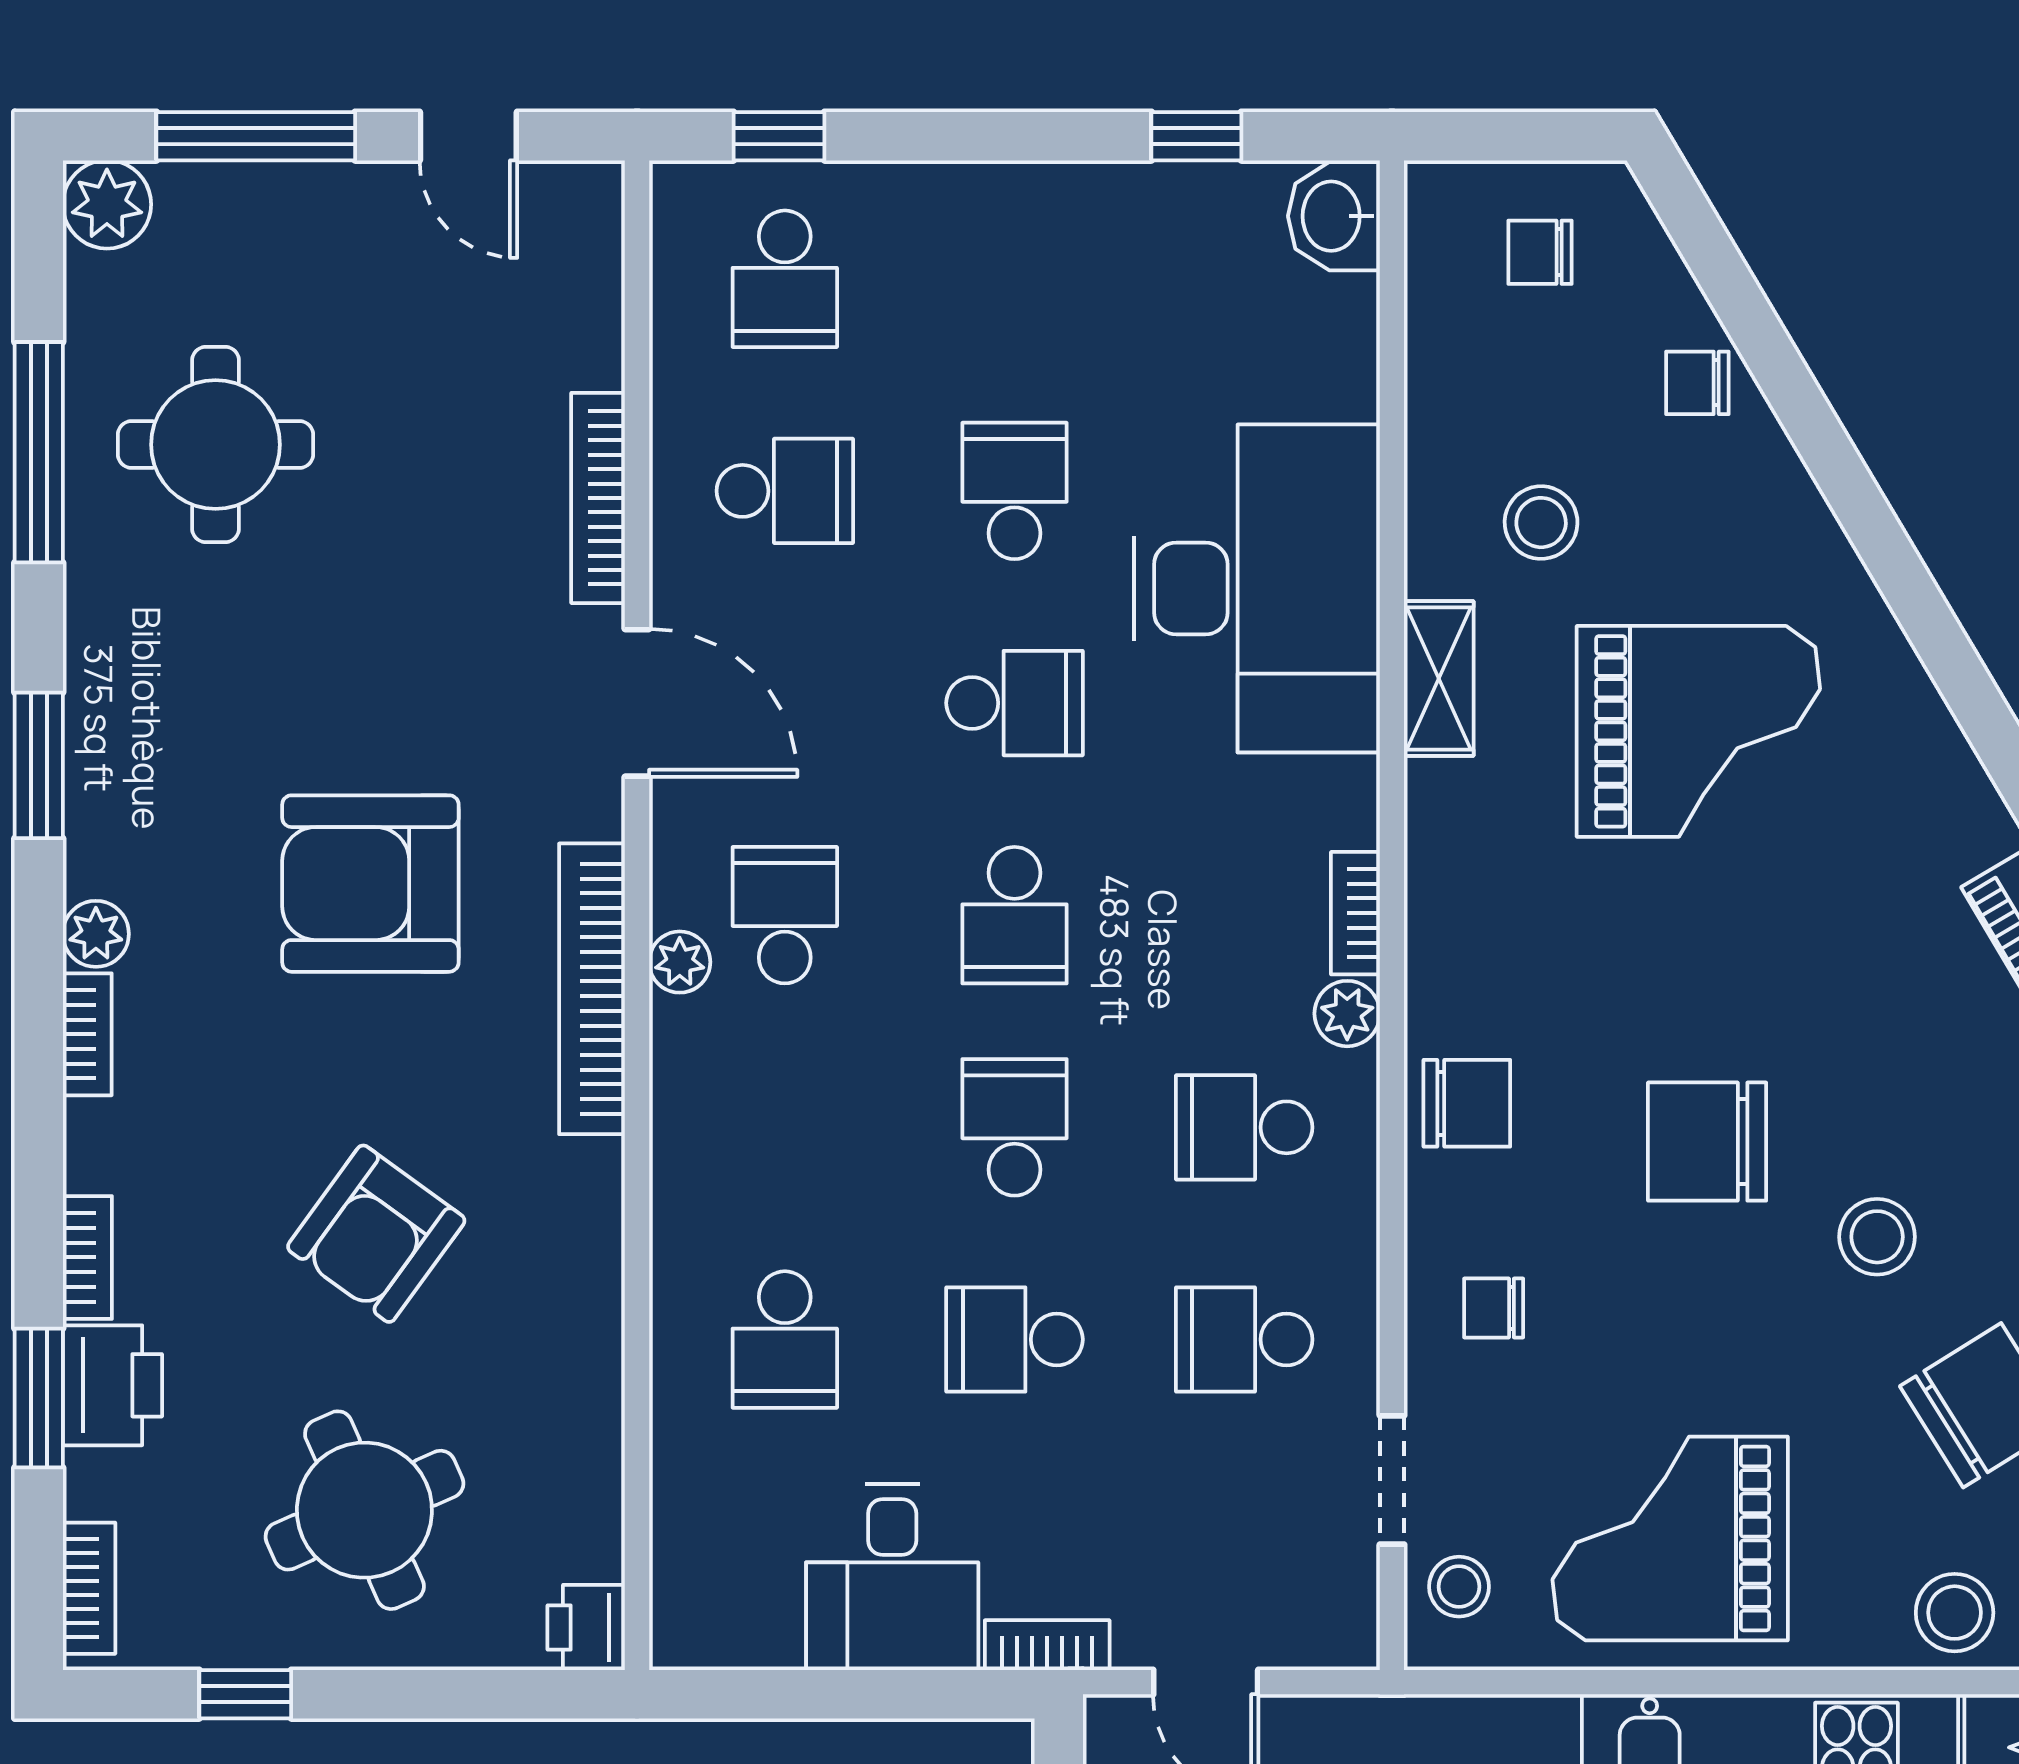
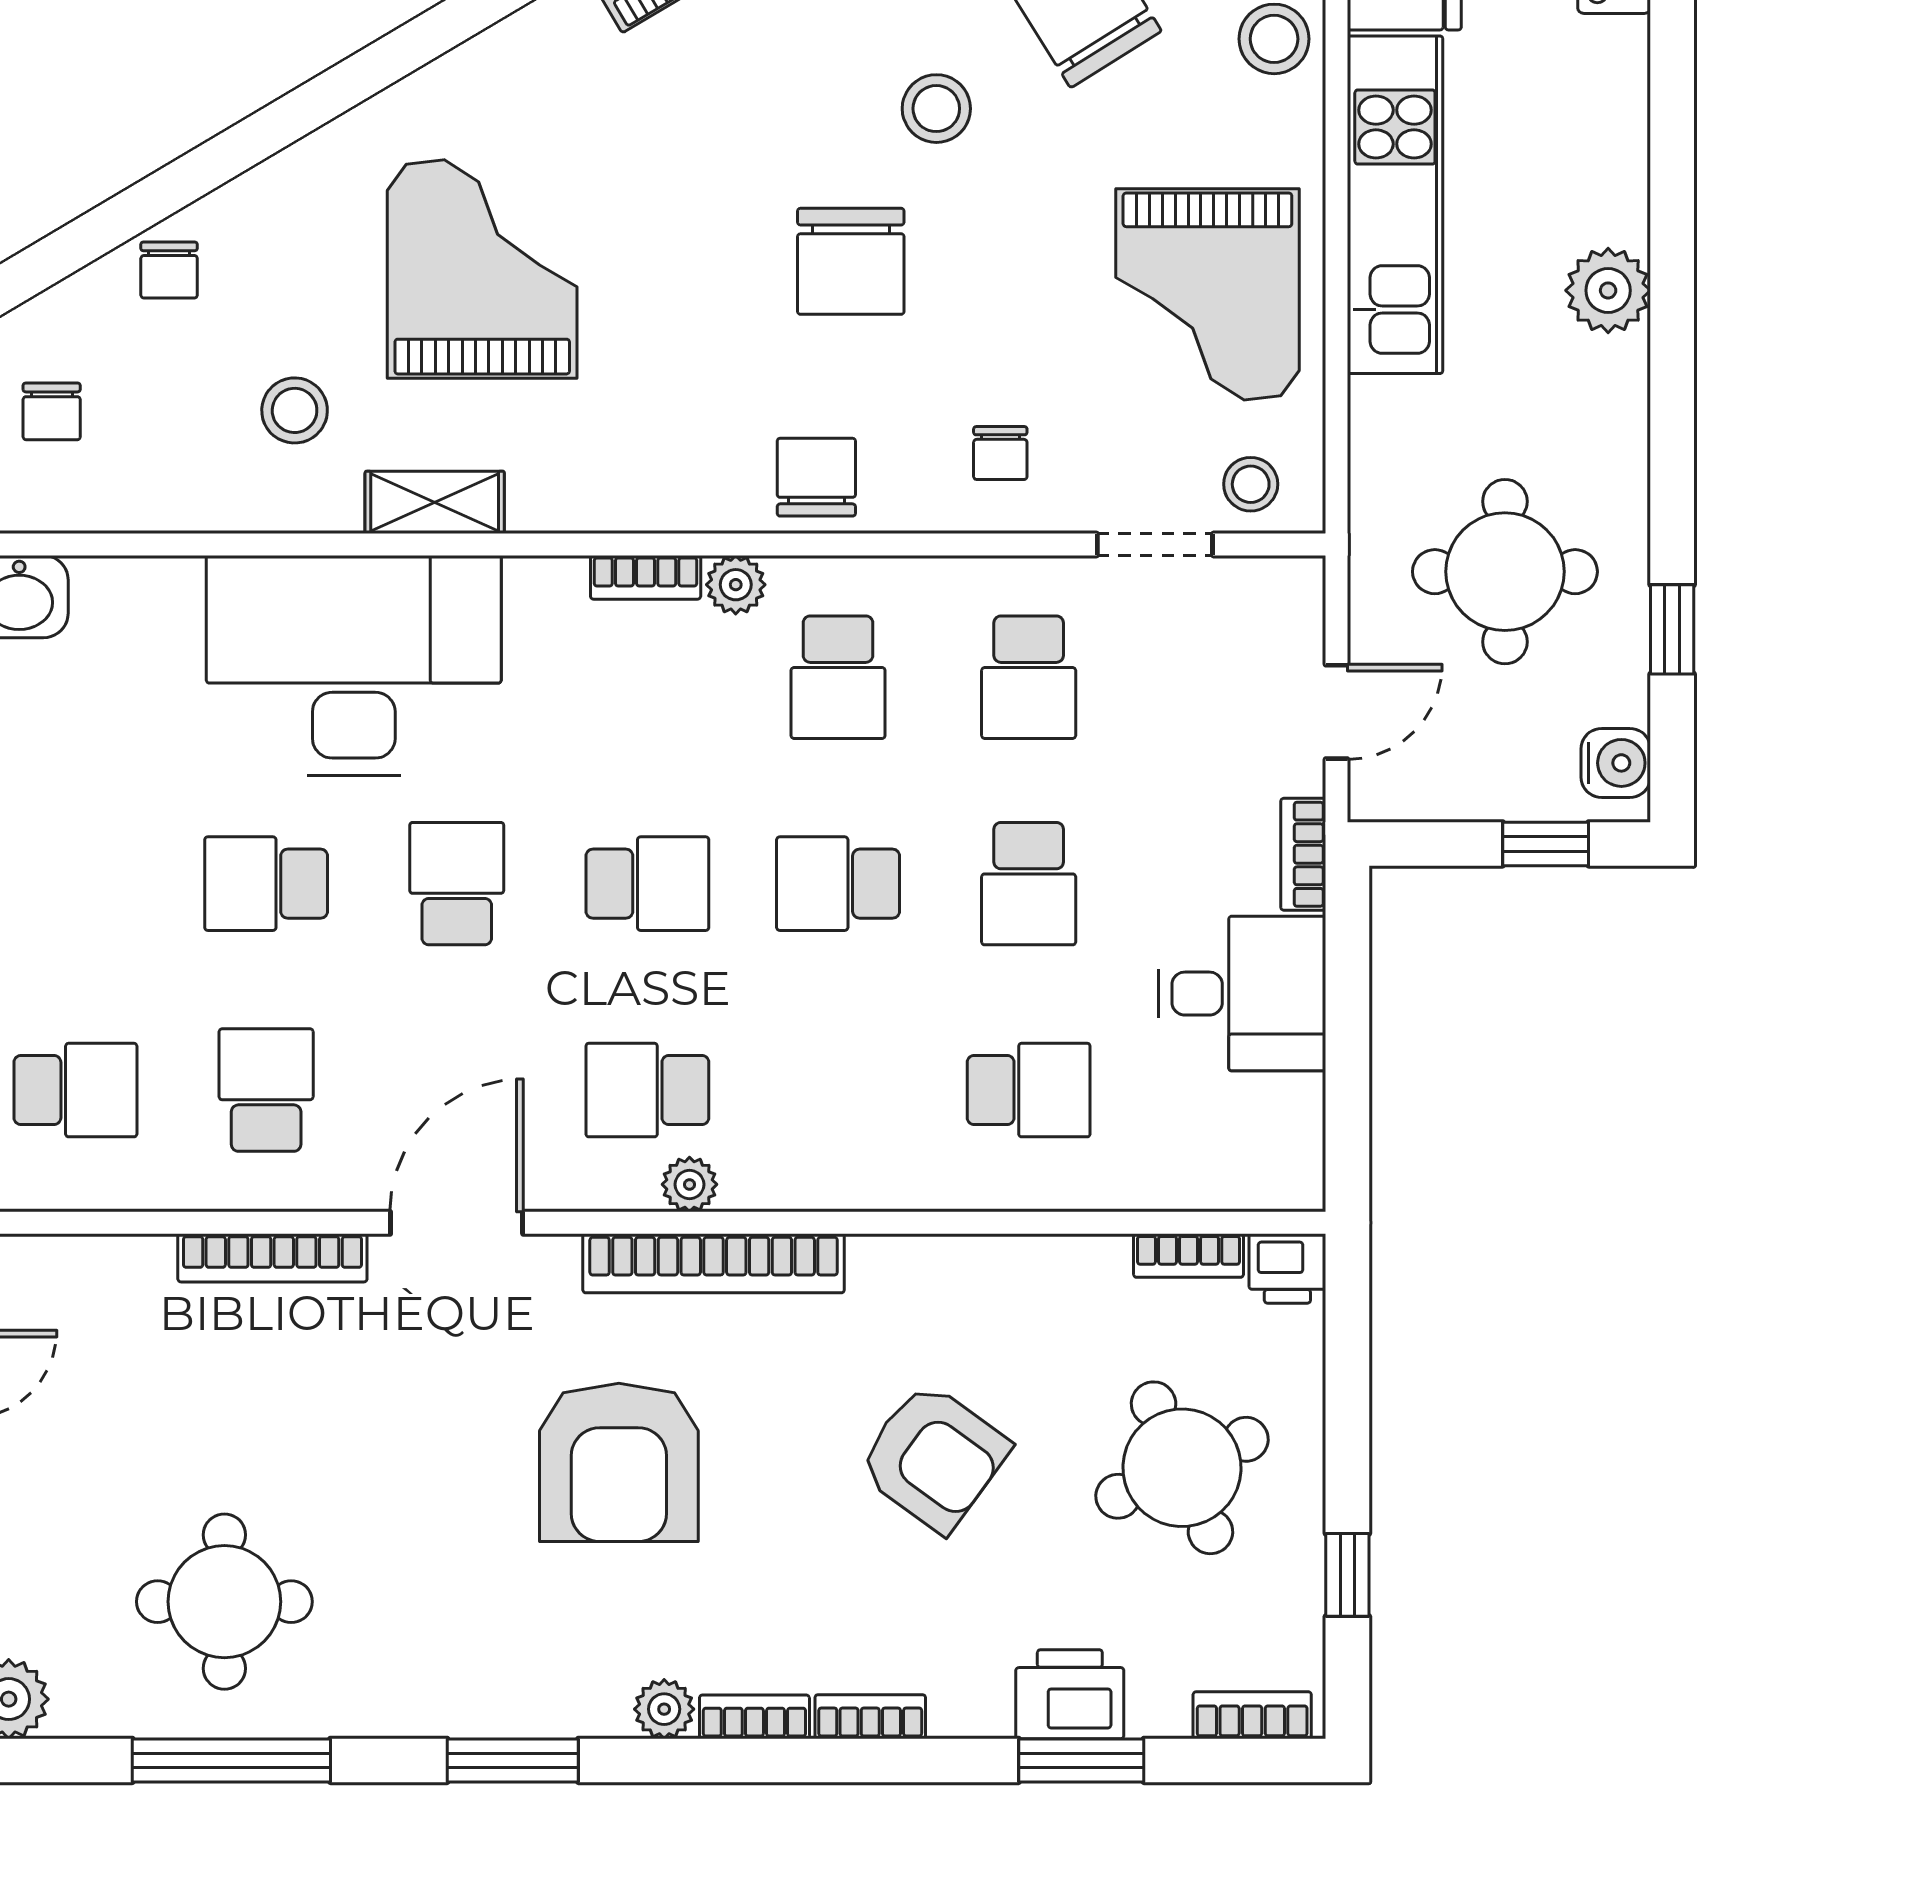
bookcase: (87, 1257) -> (870, 1717), moved
bookcase: (601, 1517) -> (1189, 1256), added

